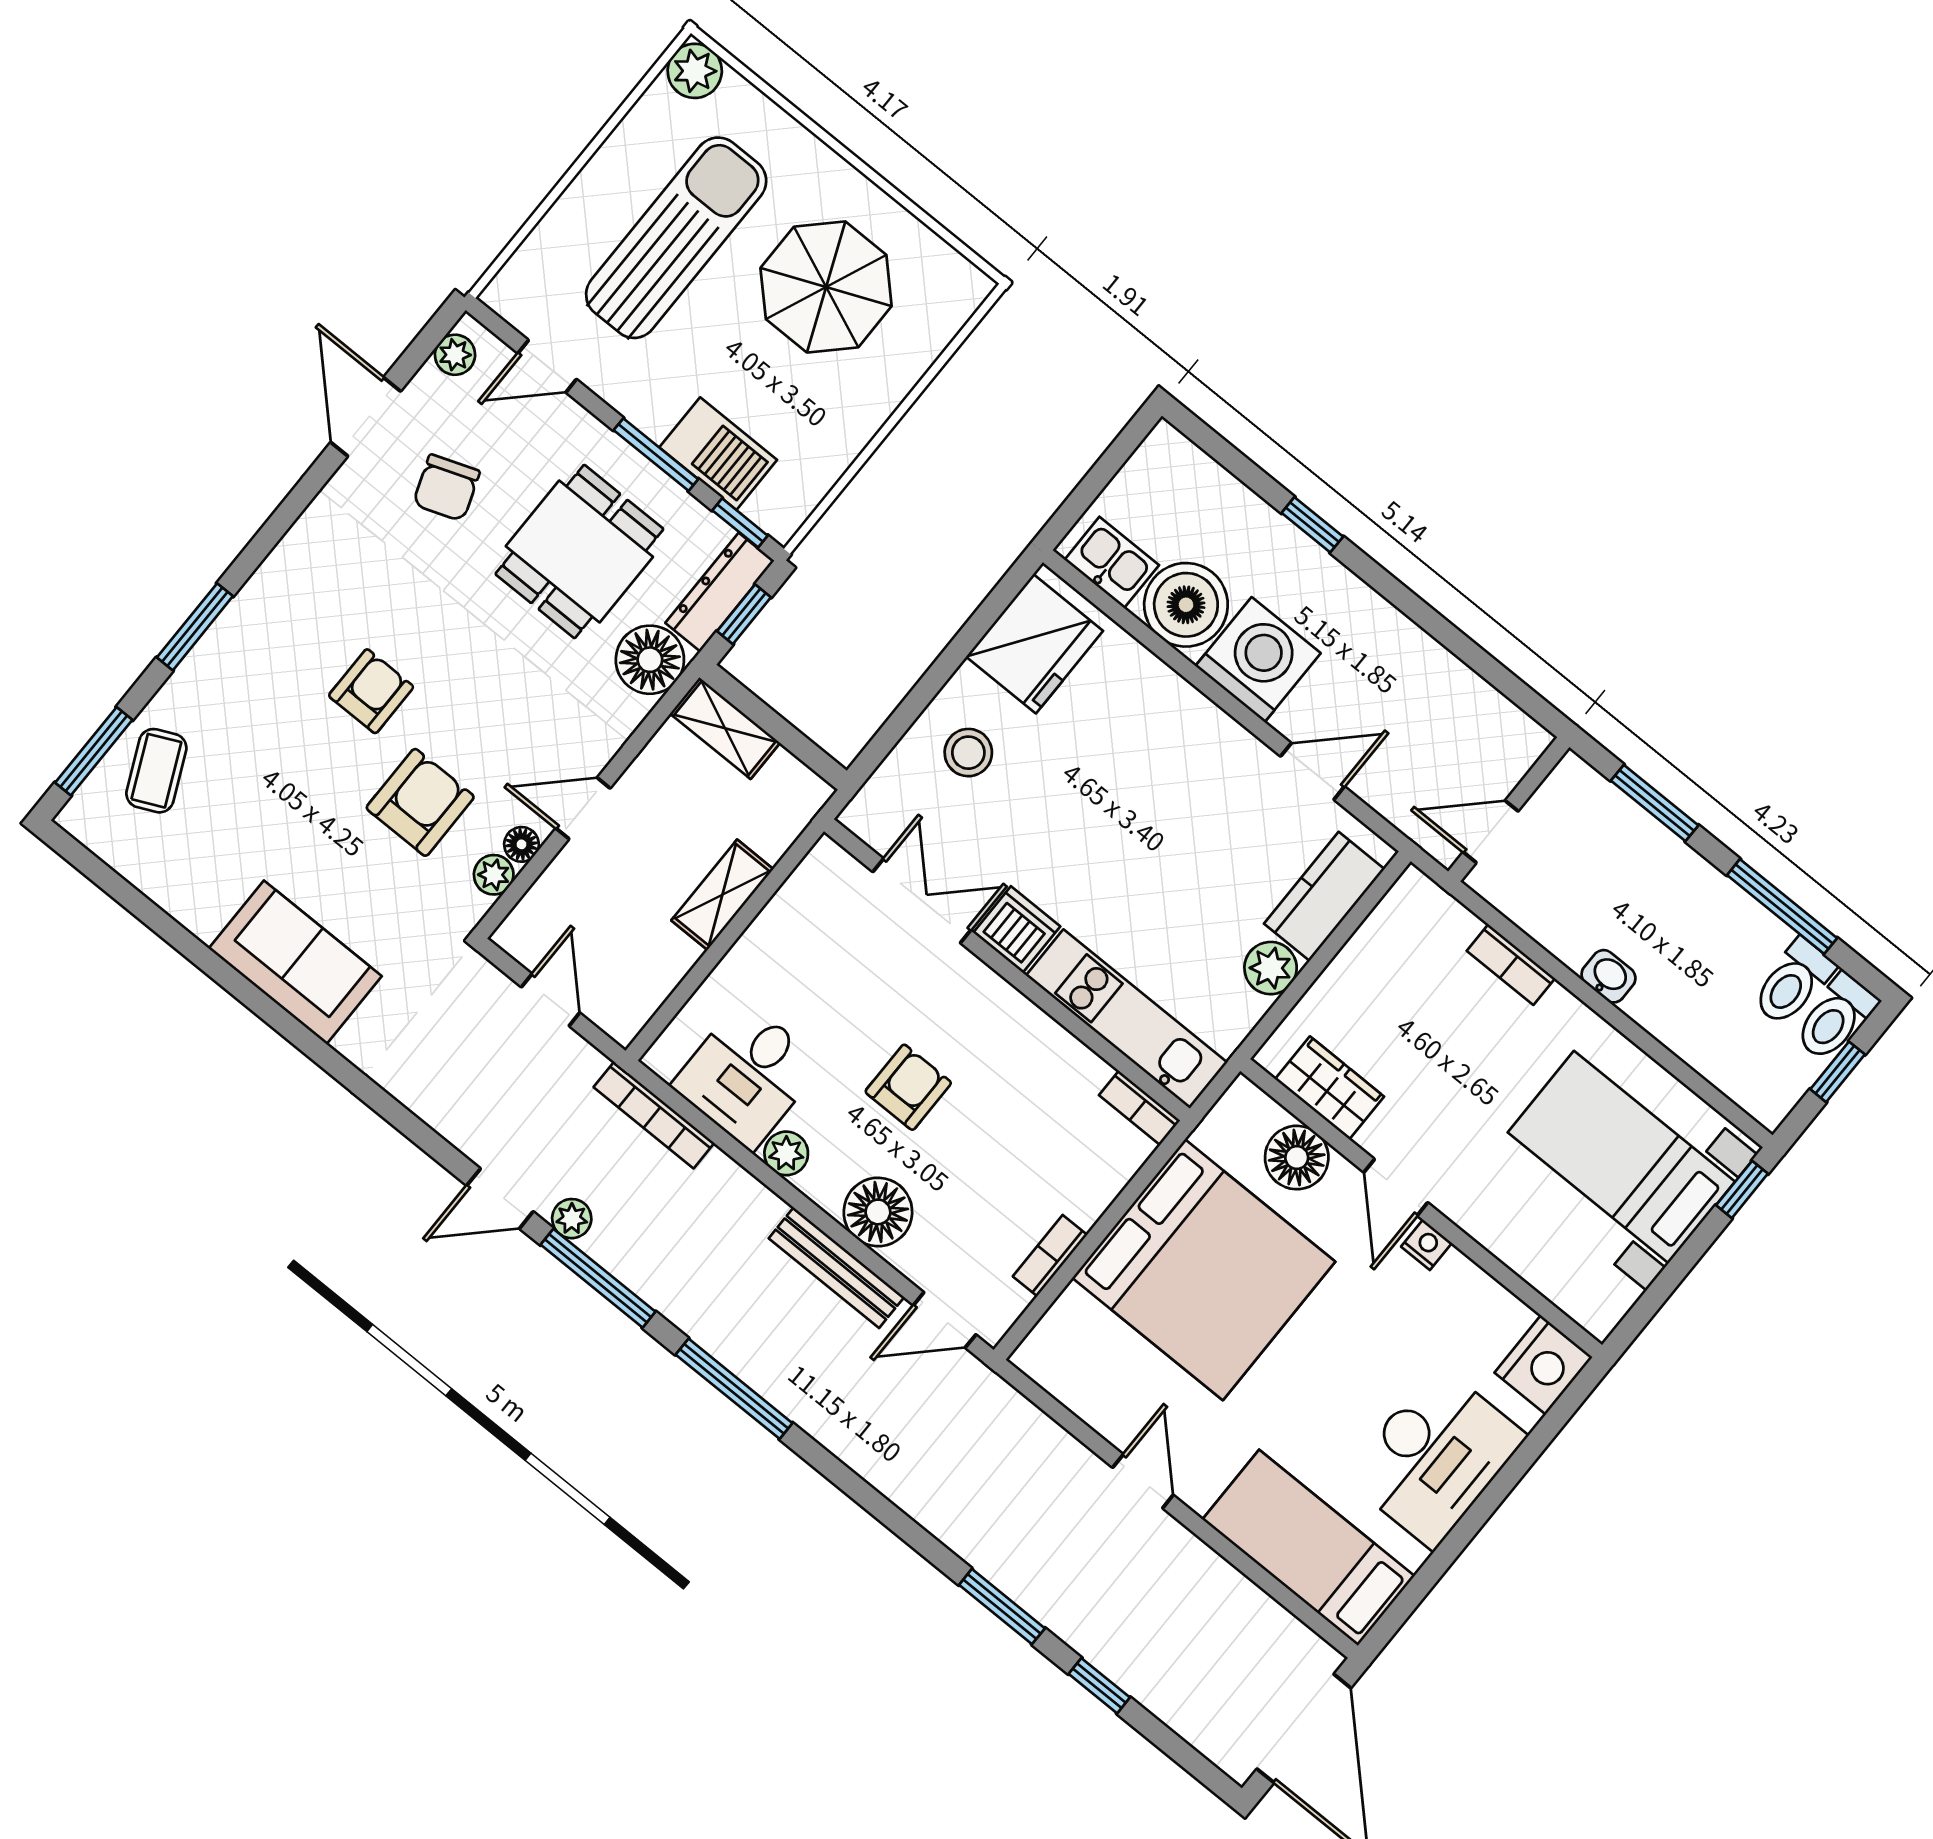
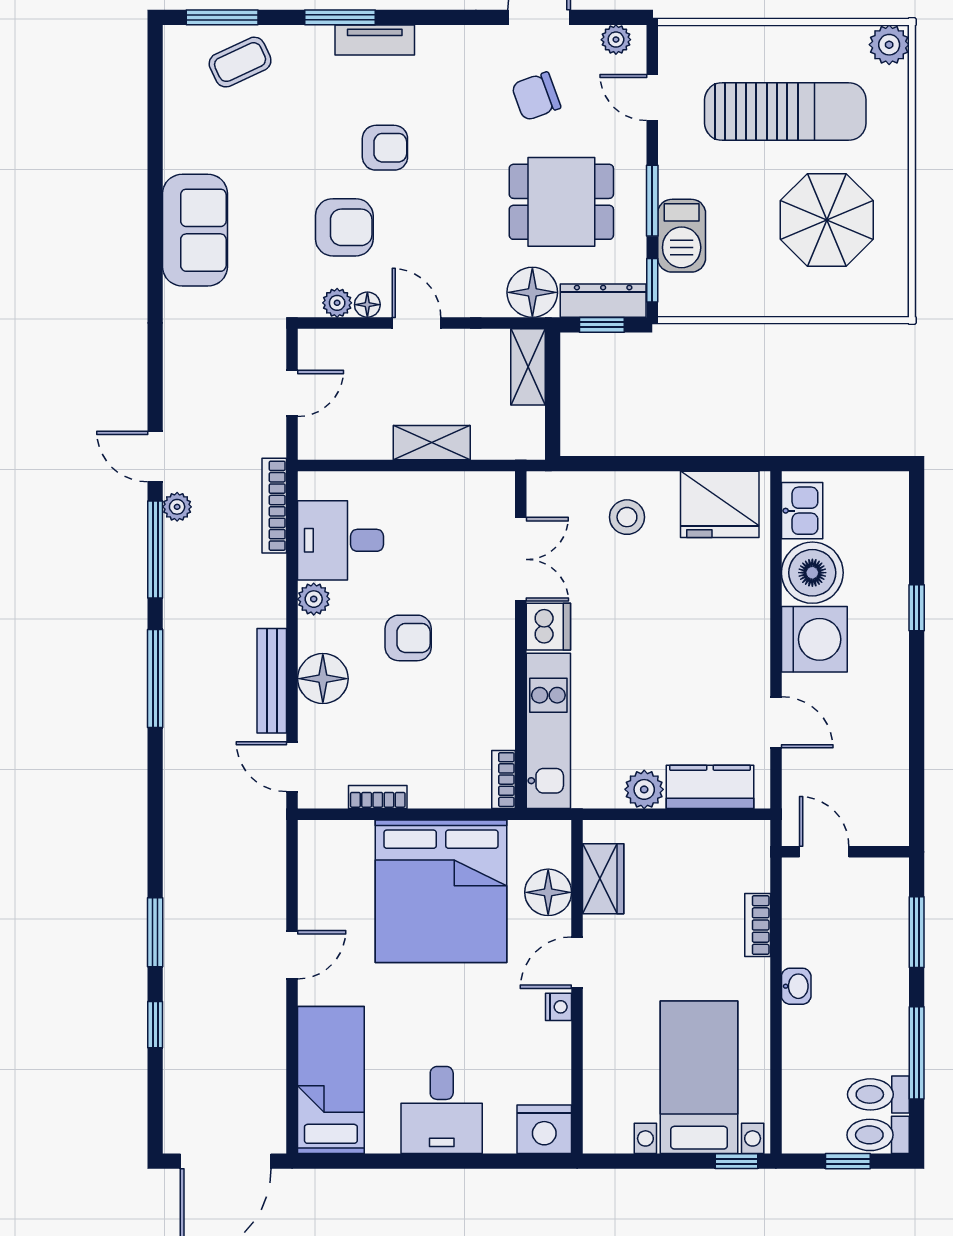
tv unit: (249, 610) -> (375, 40), added
desk: (1435, 1457) -> (442, 1110), width x0.73

